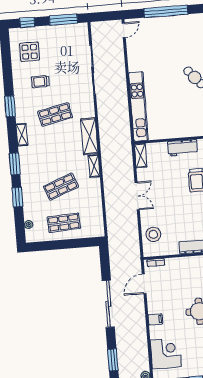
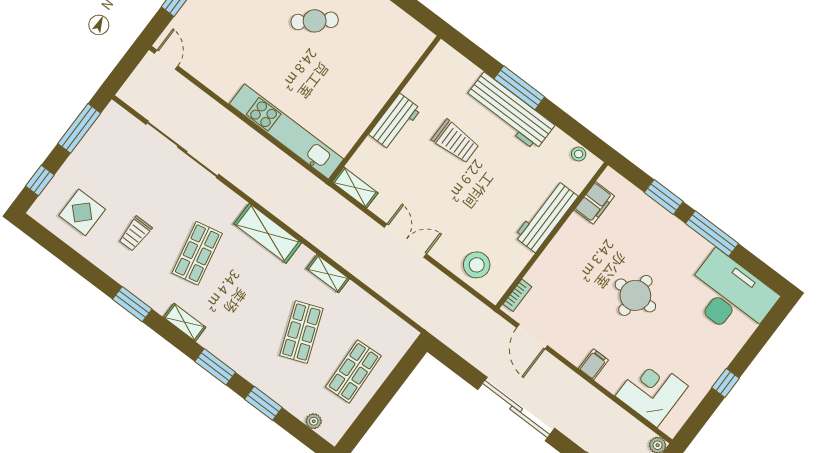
shelving: (94, 166) -> (328, 274), moved

